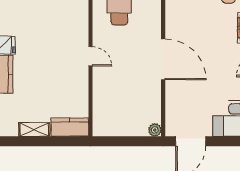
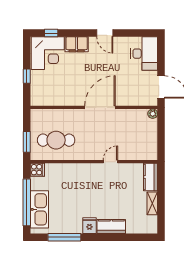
door: (90, 56) -> (110, 162), moved

